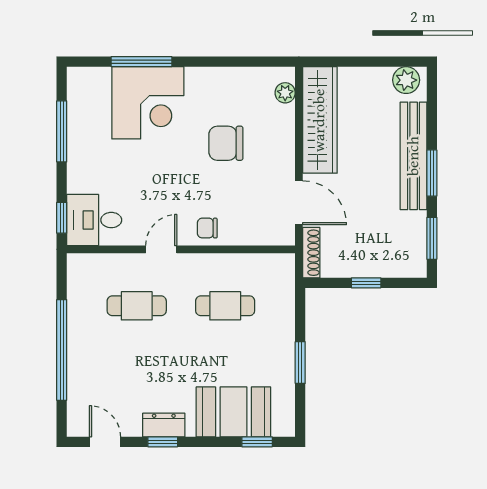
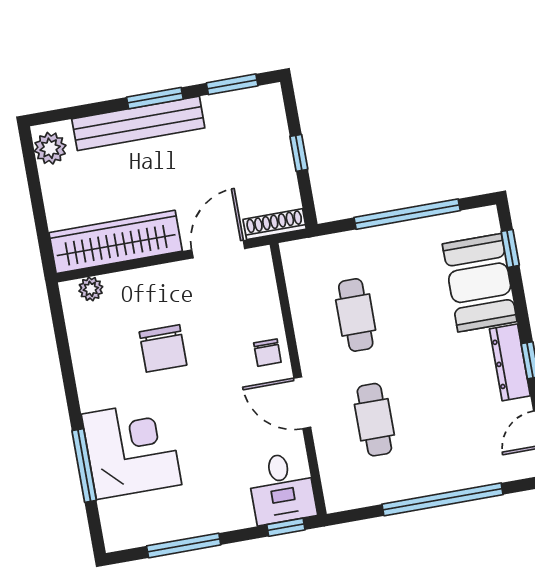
door: (161, 249) -> (302, 403), width x1.38
window: (300, 363) -> (407, 214), width x2.11
dresser: (164, 425) -> (510, 362), width x1.44

